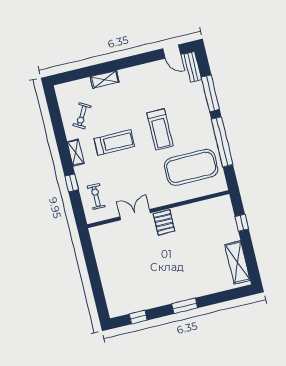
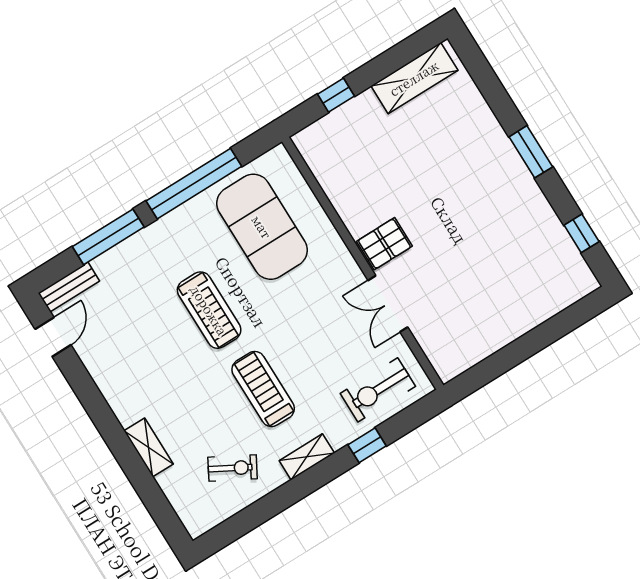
treadmill: (160, 129) -> (209, 310), turned 90
exercise bike: (96, 197) -> (378, 390), width x1.38, depth x1.39

